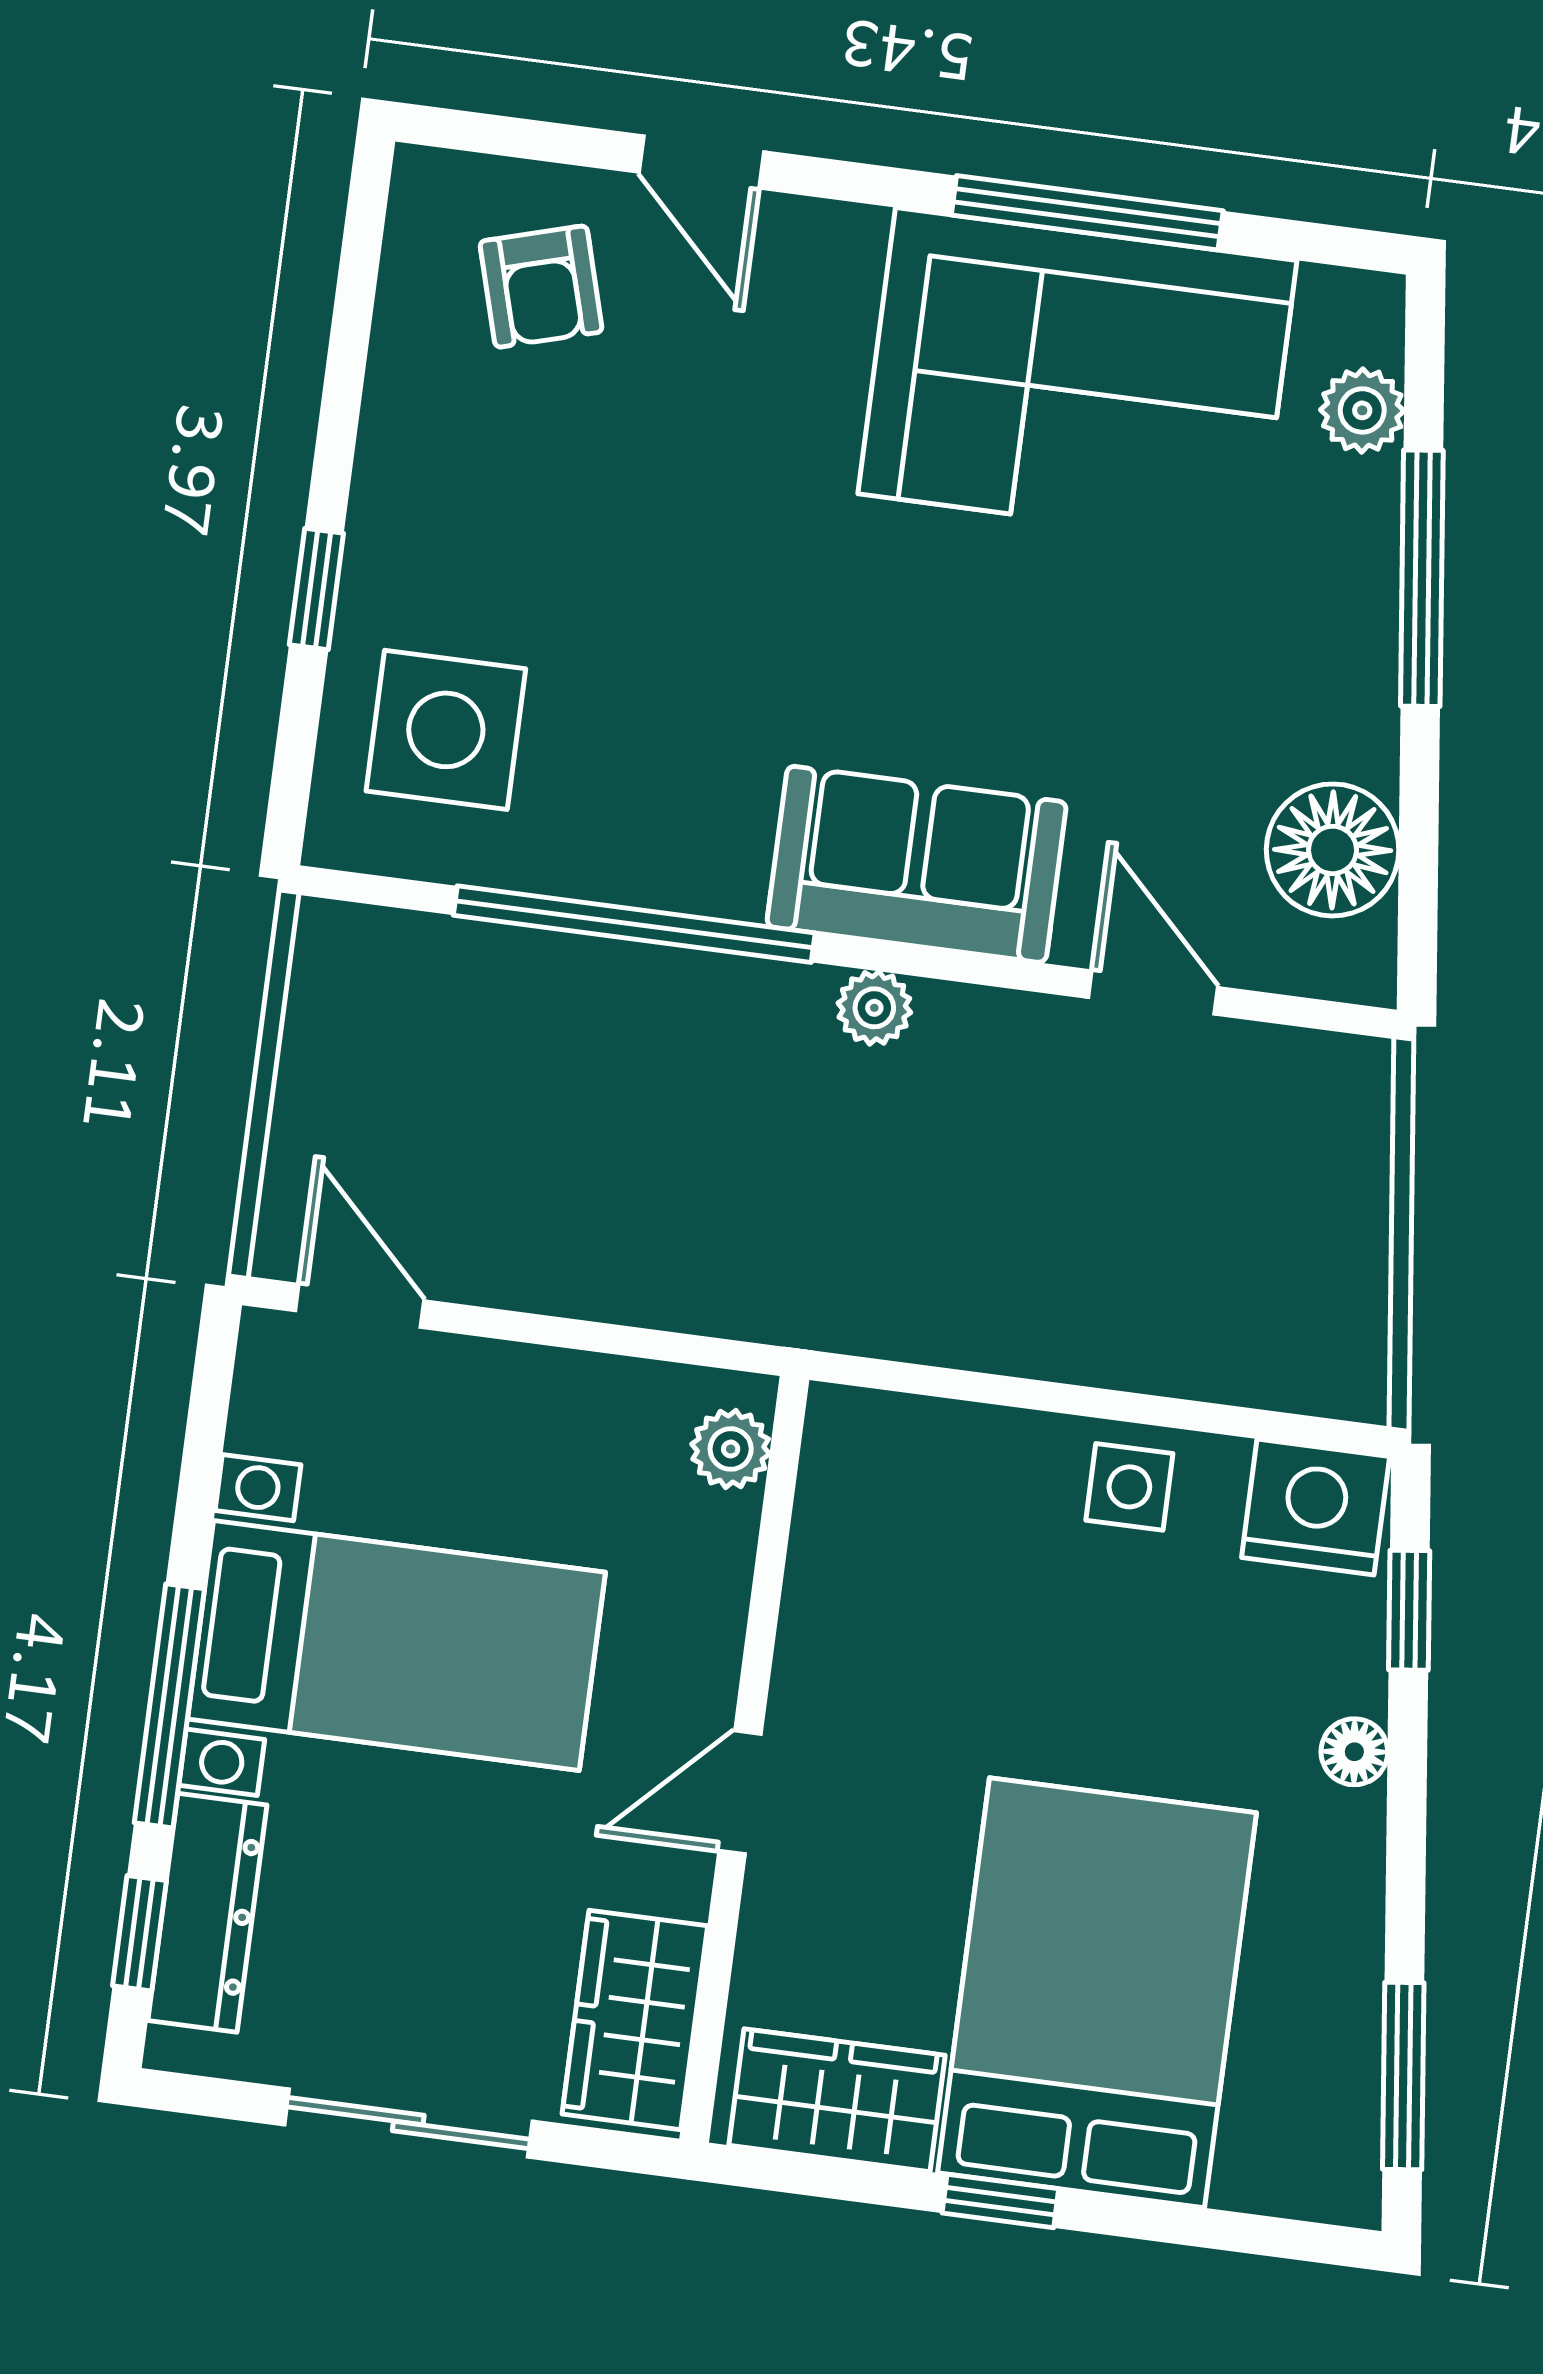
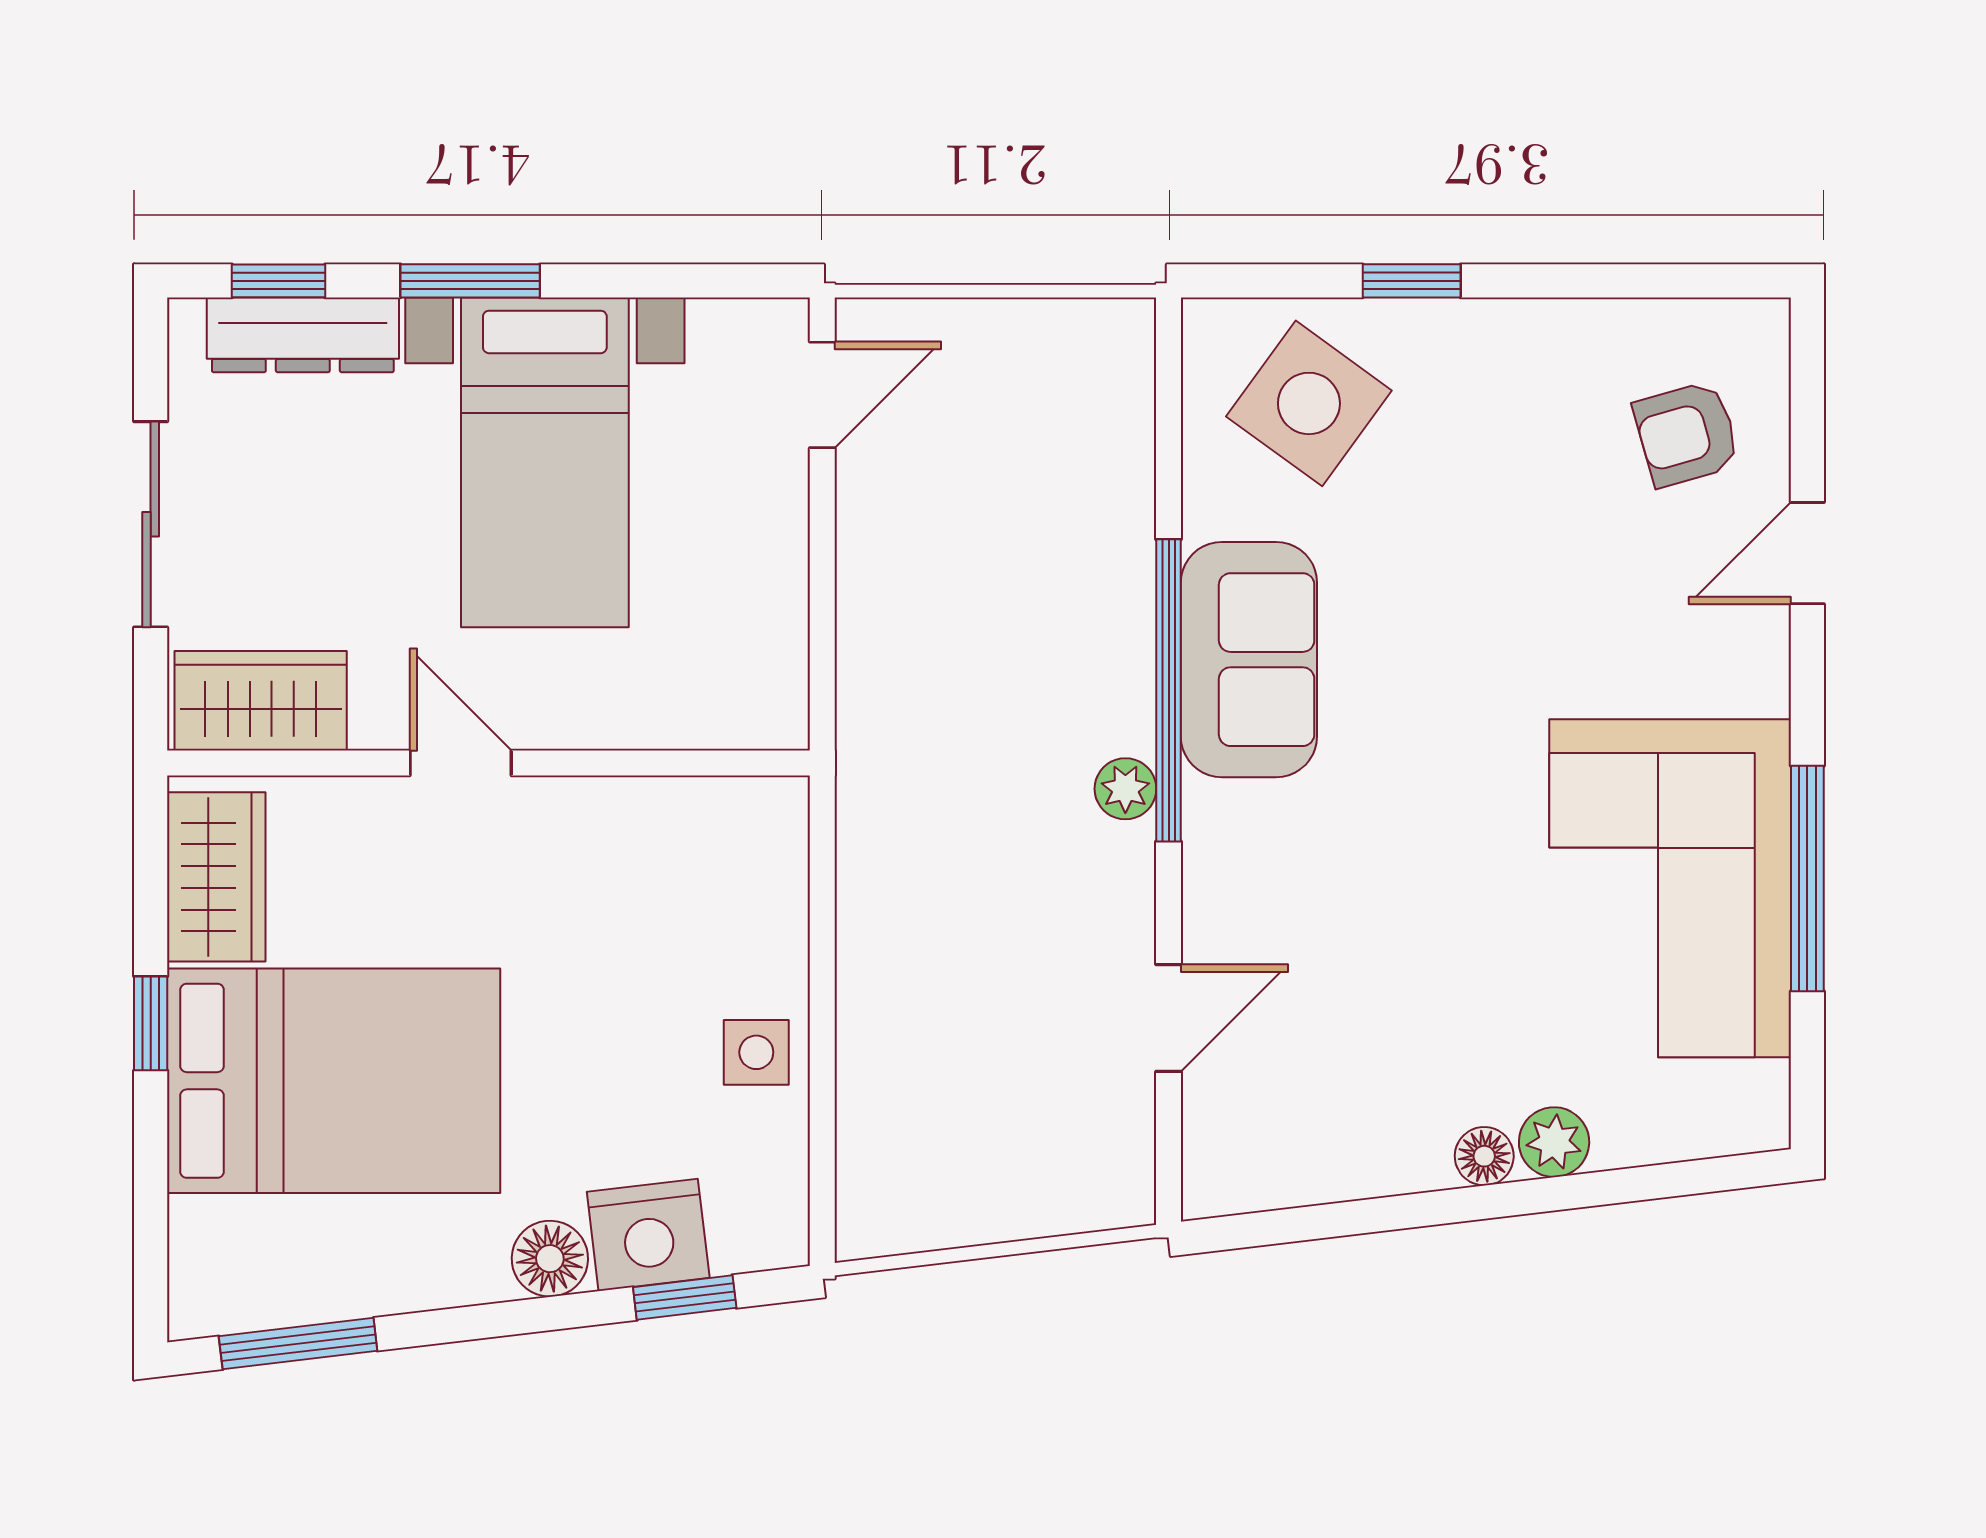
plant: (1362, 410) -> (1554, 1142), moved
window: (1422, 578) -> (1541, 1196), removed
side table: (446, 730) -> (1309, 403), turned 36
floor lamp: (1333, 850) -> (1484, 1156), moved, width x0.53, depth x0.53
sofa: (917, 864) -> (1249, 660), moved
window: (634, 924) -> (1169, 690), moved
plant: (731, 1449) -> (744, 718), removed
nightstand: (1316, 1507) -> (648, 1235), moved, turned 83
window: (169, 1706) -> (470, 281), width x0.69
floor lamp: (1354, 1752) -> (550, 1259), width x1.37, depth x1.37

